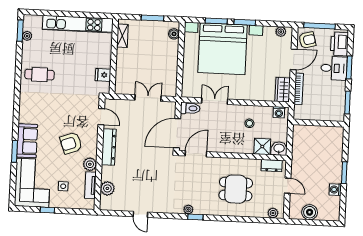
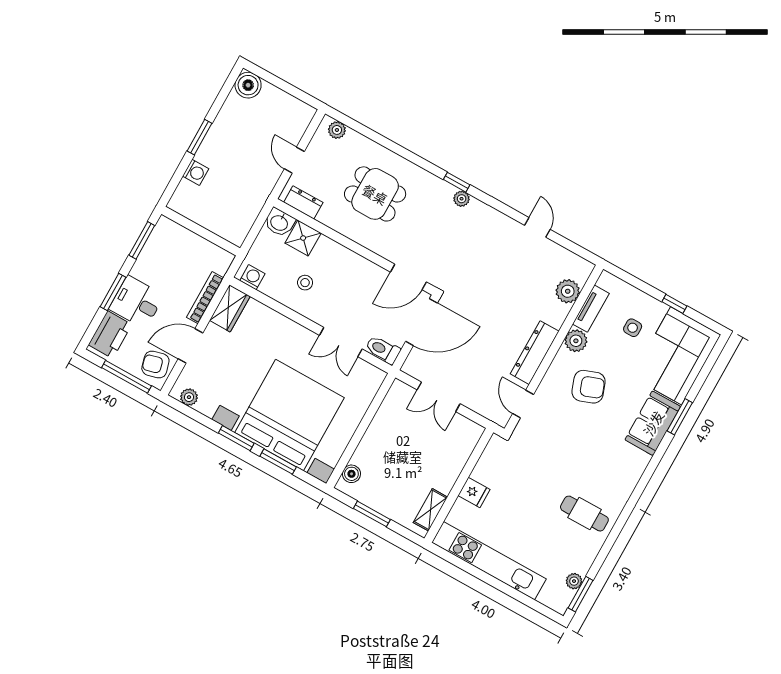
fridge: (103, 75) -> (474, 493), moved
washing machine: (335, 190) -> (196, 172), moved
boiler: (310, 212) -> (248, 85), moved

